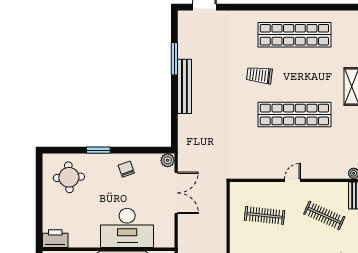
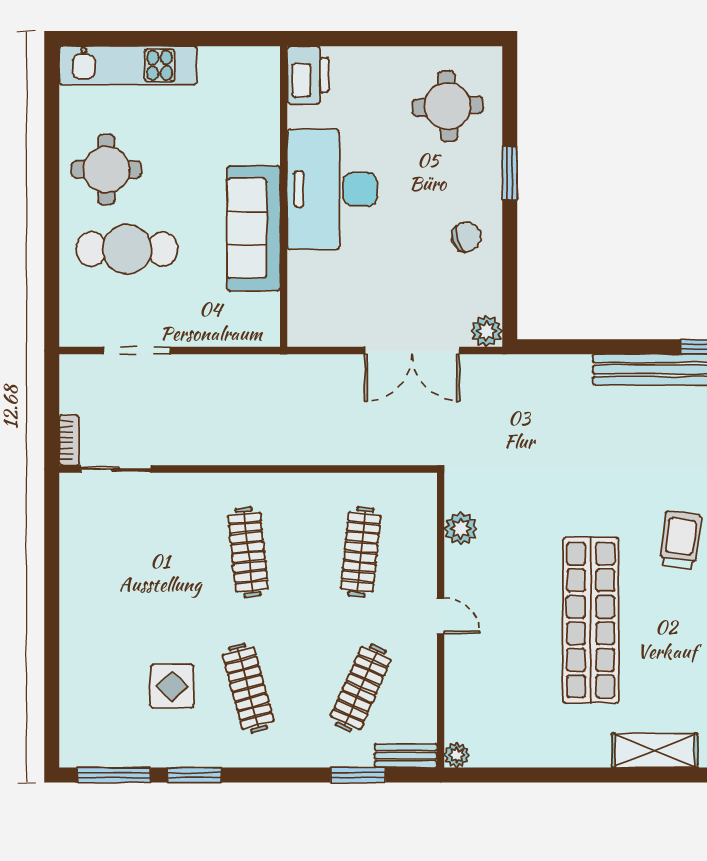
plant: (254, 172) -> (461, 529), added
desk: (127, 228) -> (332, 189), moved

